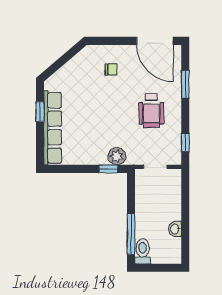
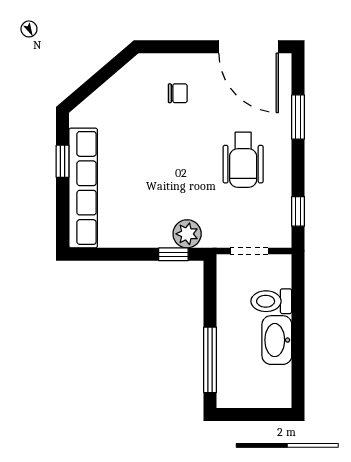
washbasin: (175, 229) -> (277, 340), width x1.91, depth x1.45
toilet: (143, 251) -> (271, 301), moved, turned -90

